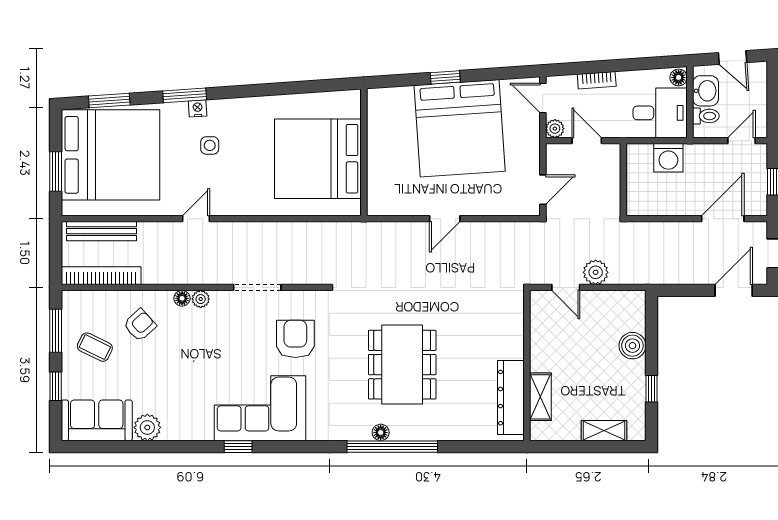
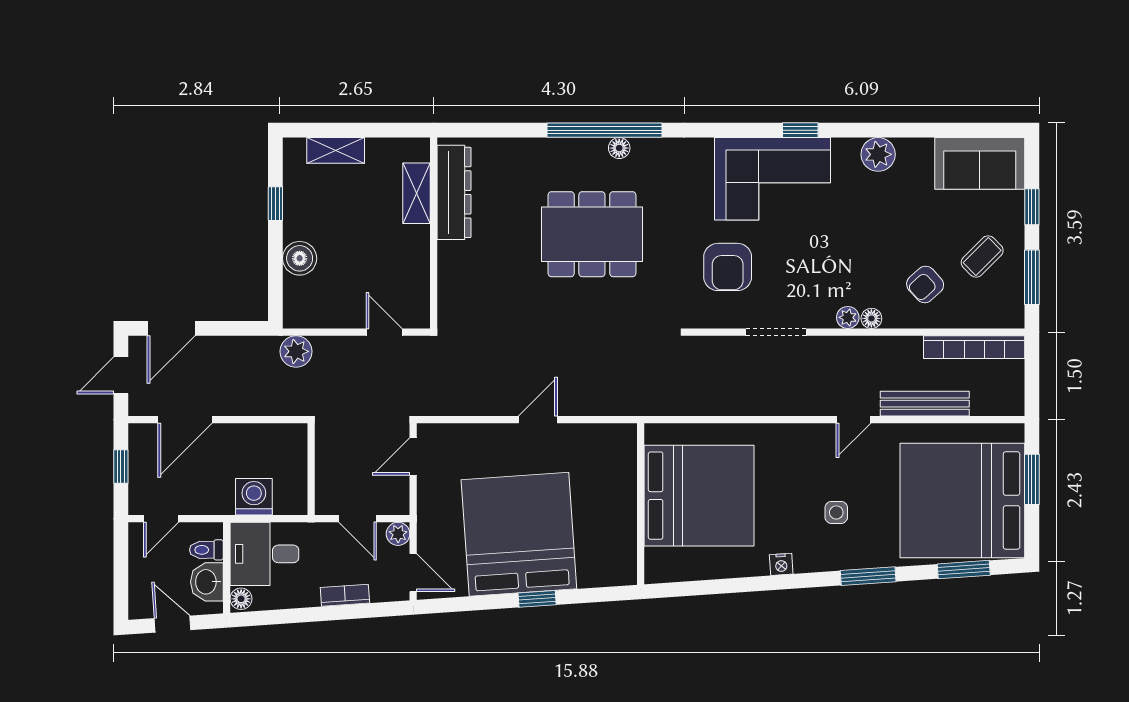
nightstand: (198, 108) -> (781, 564), moved
bench: (101, 231) -> (925, 404), moved
plant: (596, 272) -> (296, 351), moved
coffee table: (95, 347) -> (982, 256), turned -71
dining table: (402, 365) -> (592, 234), turned 90
plant: (147, 427) -> (878, 154), moved

